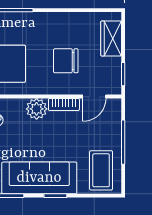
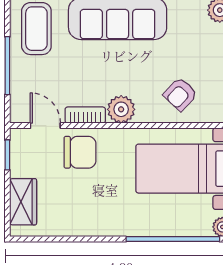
chair: (66, 61) -> (80, 152), moved
door: (94, 97) -> (45, 126), hinge flipped

